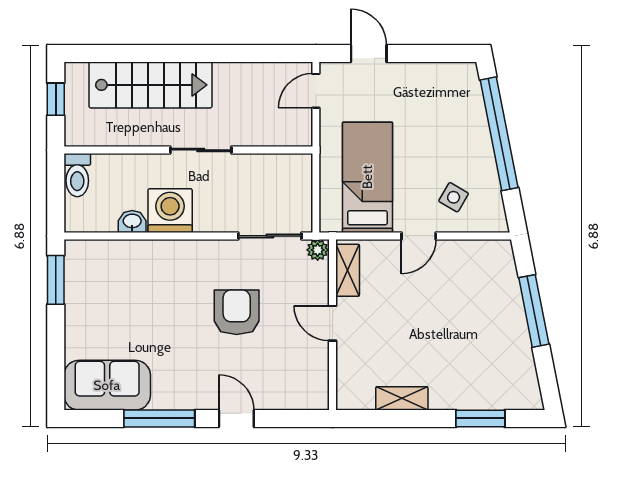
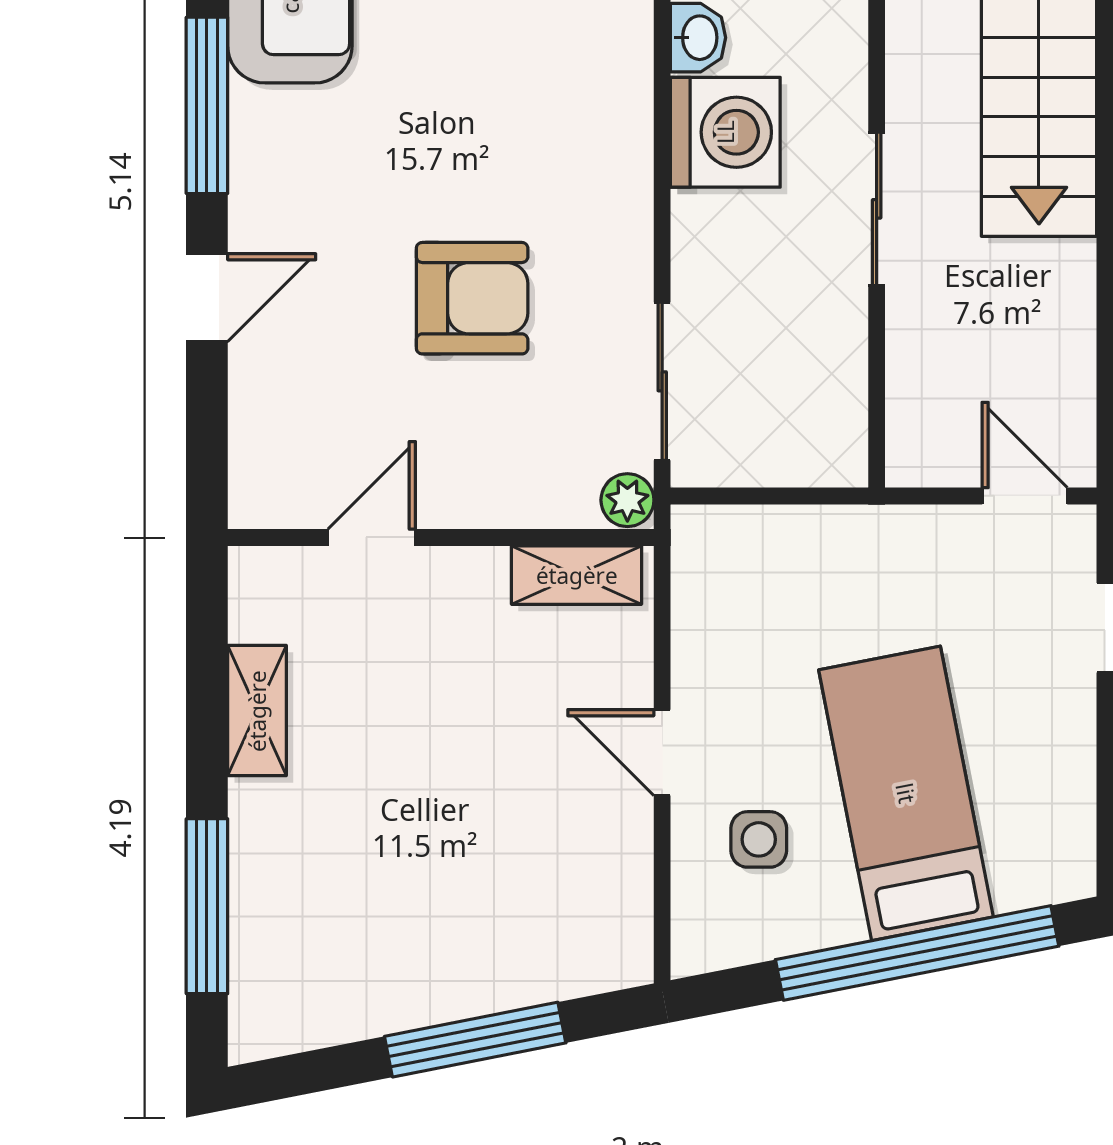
bed: (367, 177) -> (906, 793), moved, turned -101
side table: (454, 197) -> (759, 839), turned -30
door: (333, 323) -> (372, 537), moved
window: (480, 418) -> (207, 906), width x1.44

